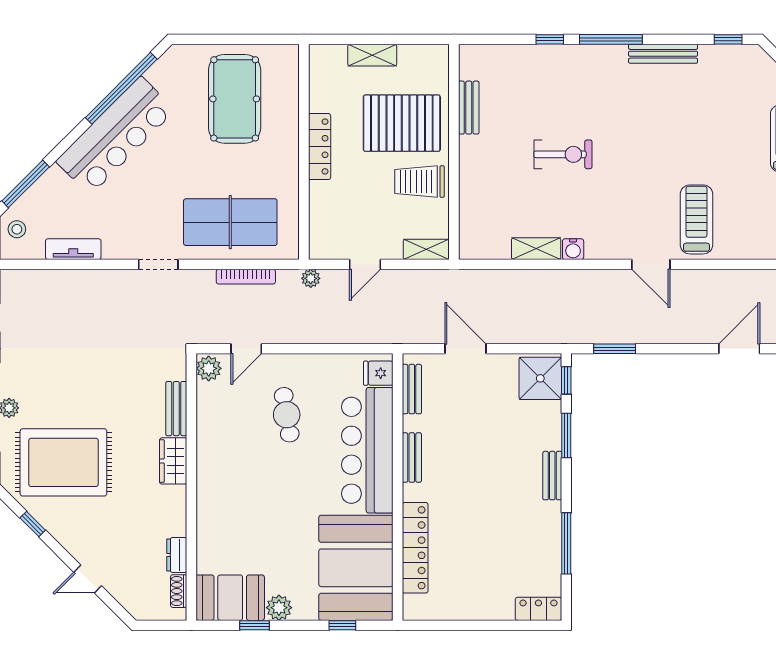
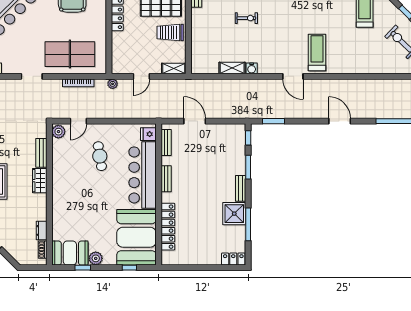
exercise bike: (563, 154) -> (246, 18), width x0.73, depth x0.72
door: (739, 349) -> (340, 121), hinge flipped
shower: (540, 378) -> (234, 214), moved

